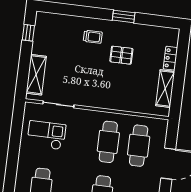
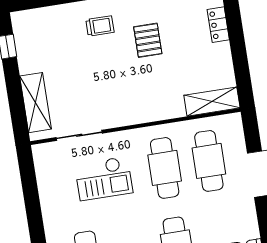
pallet: (121, 55) -> (148, 40), turned 90
shelving: (165, 89) -> (212, 102), moved, turned 90
checkout: (46, 135) -> (104, 178), moved, turned 180

